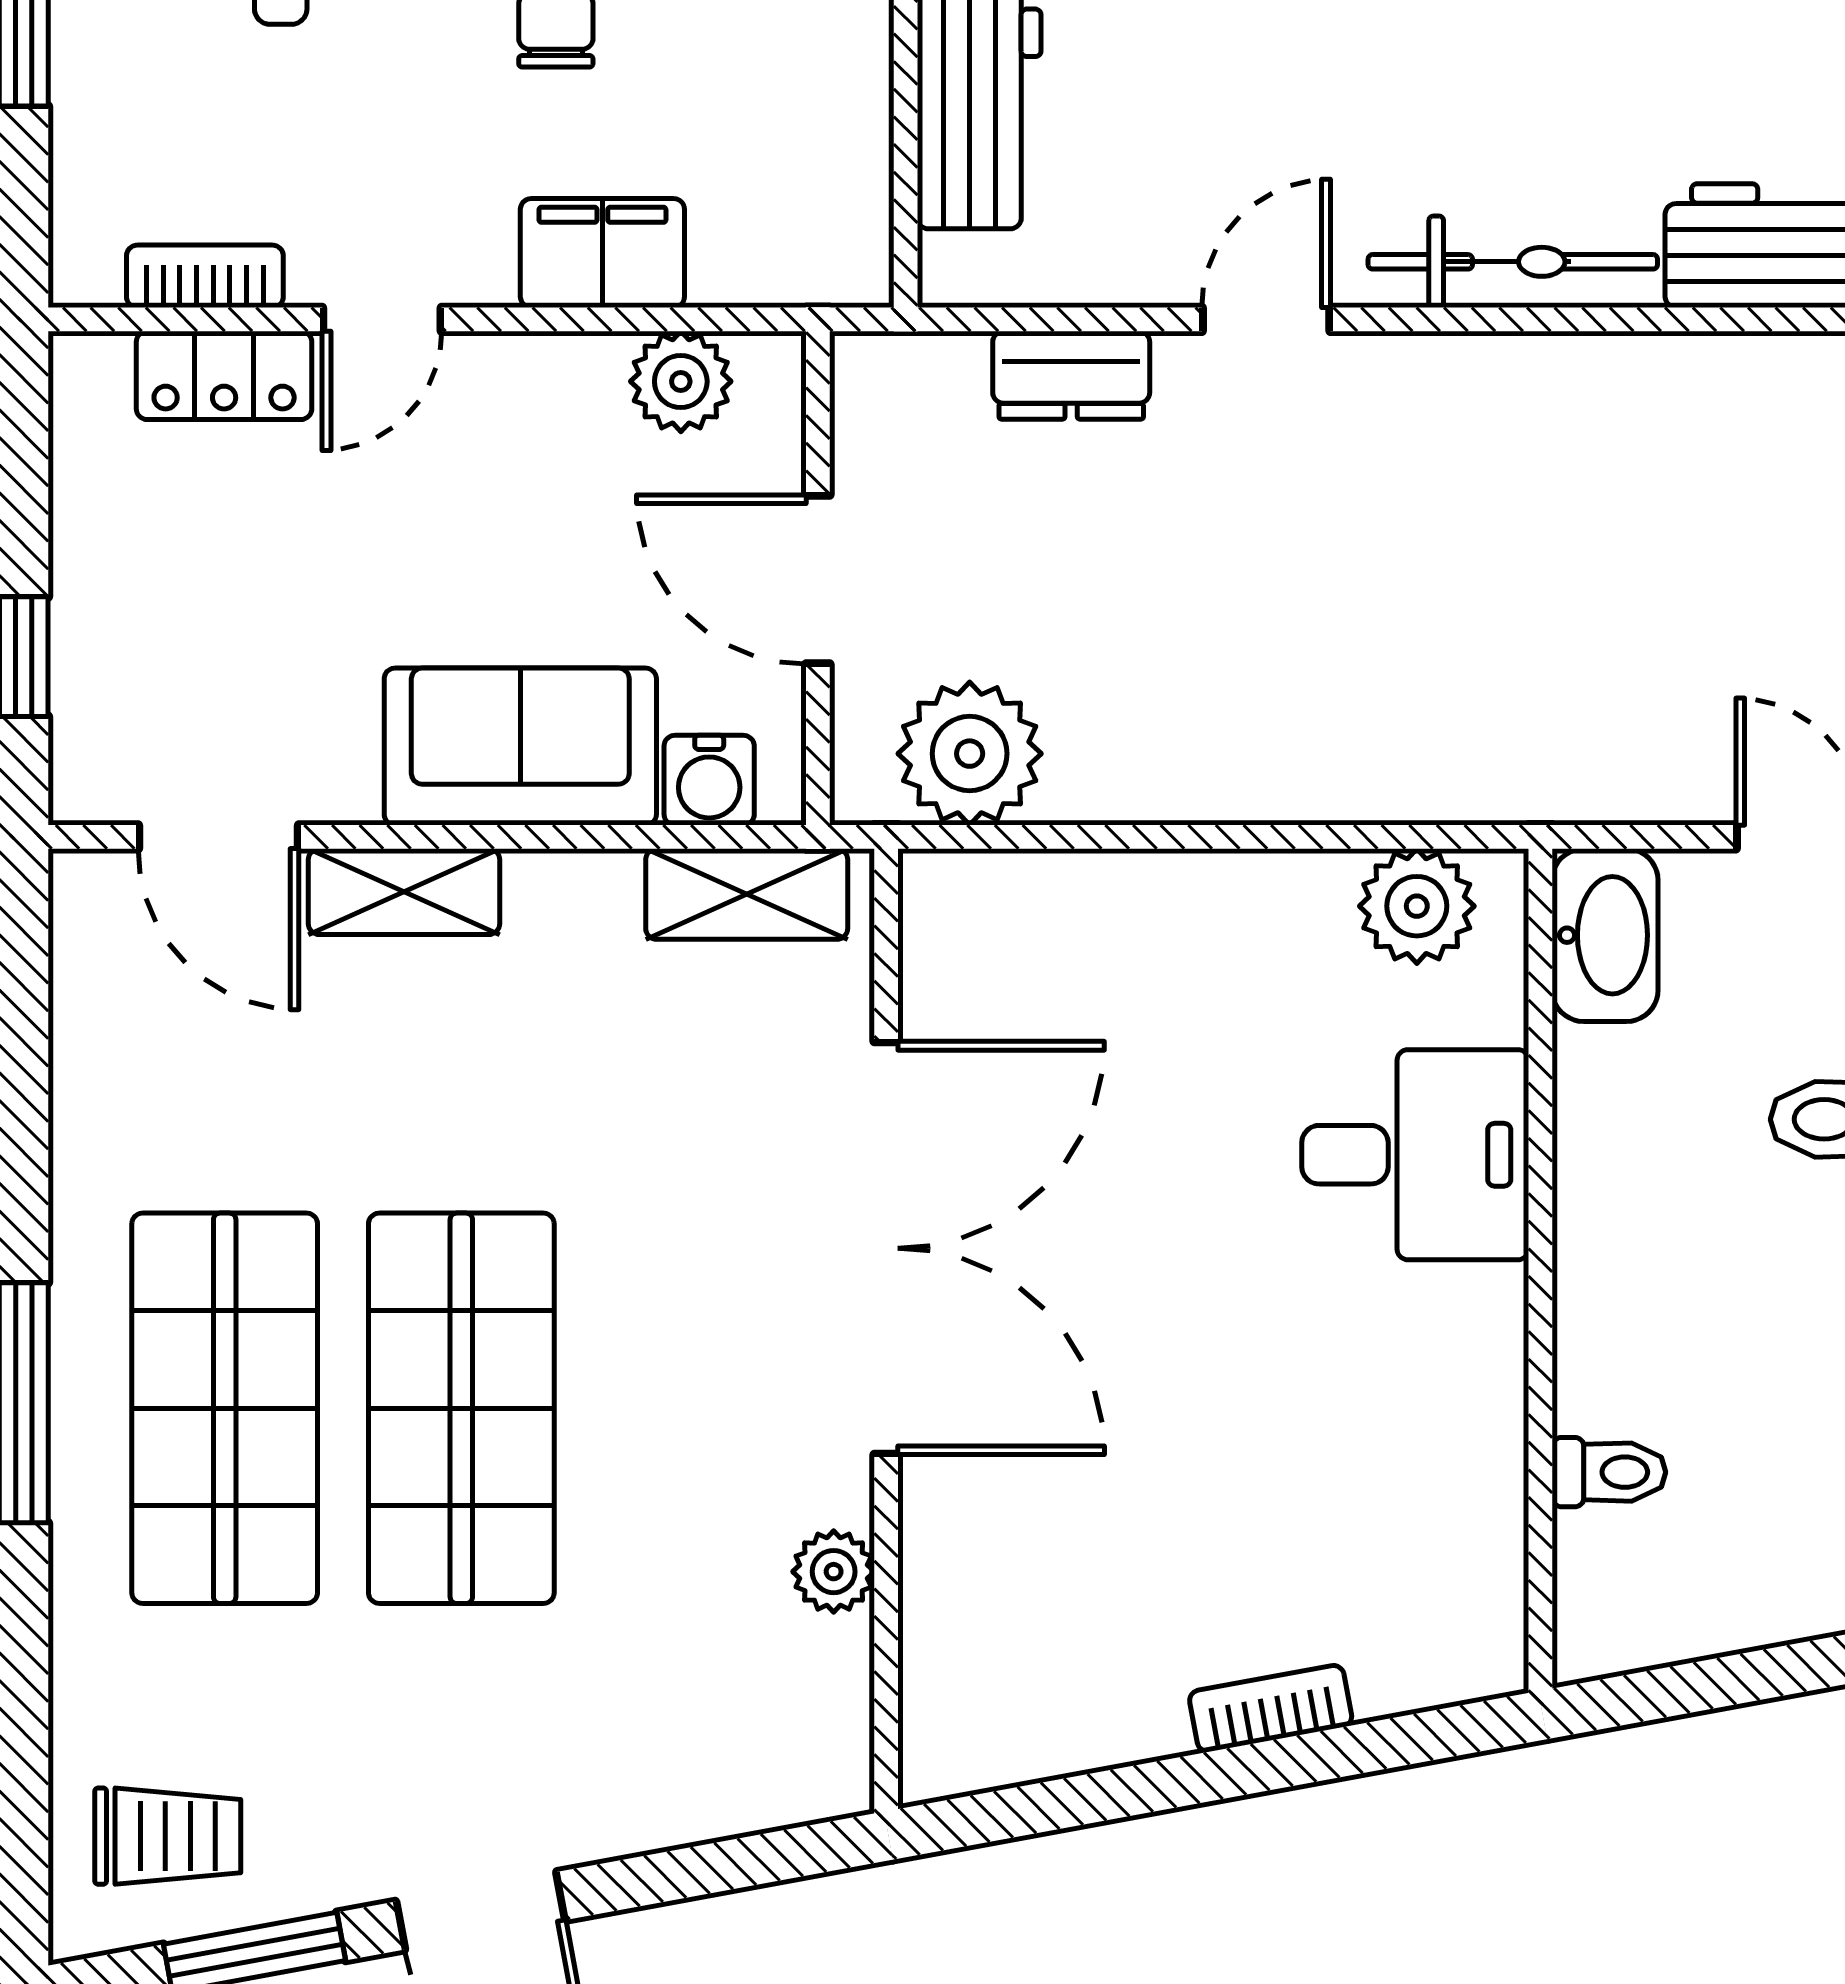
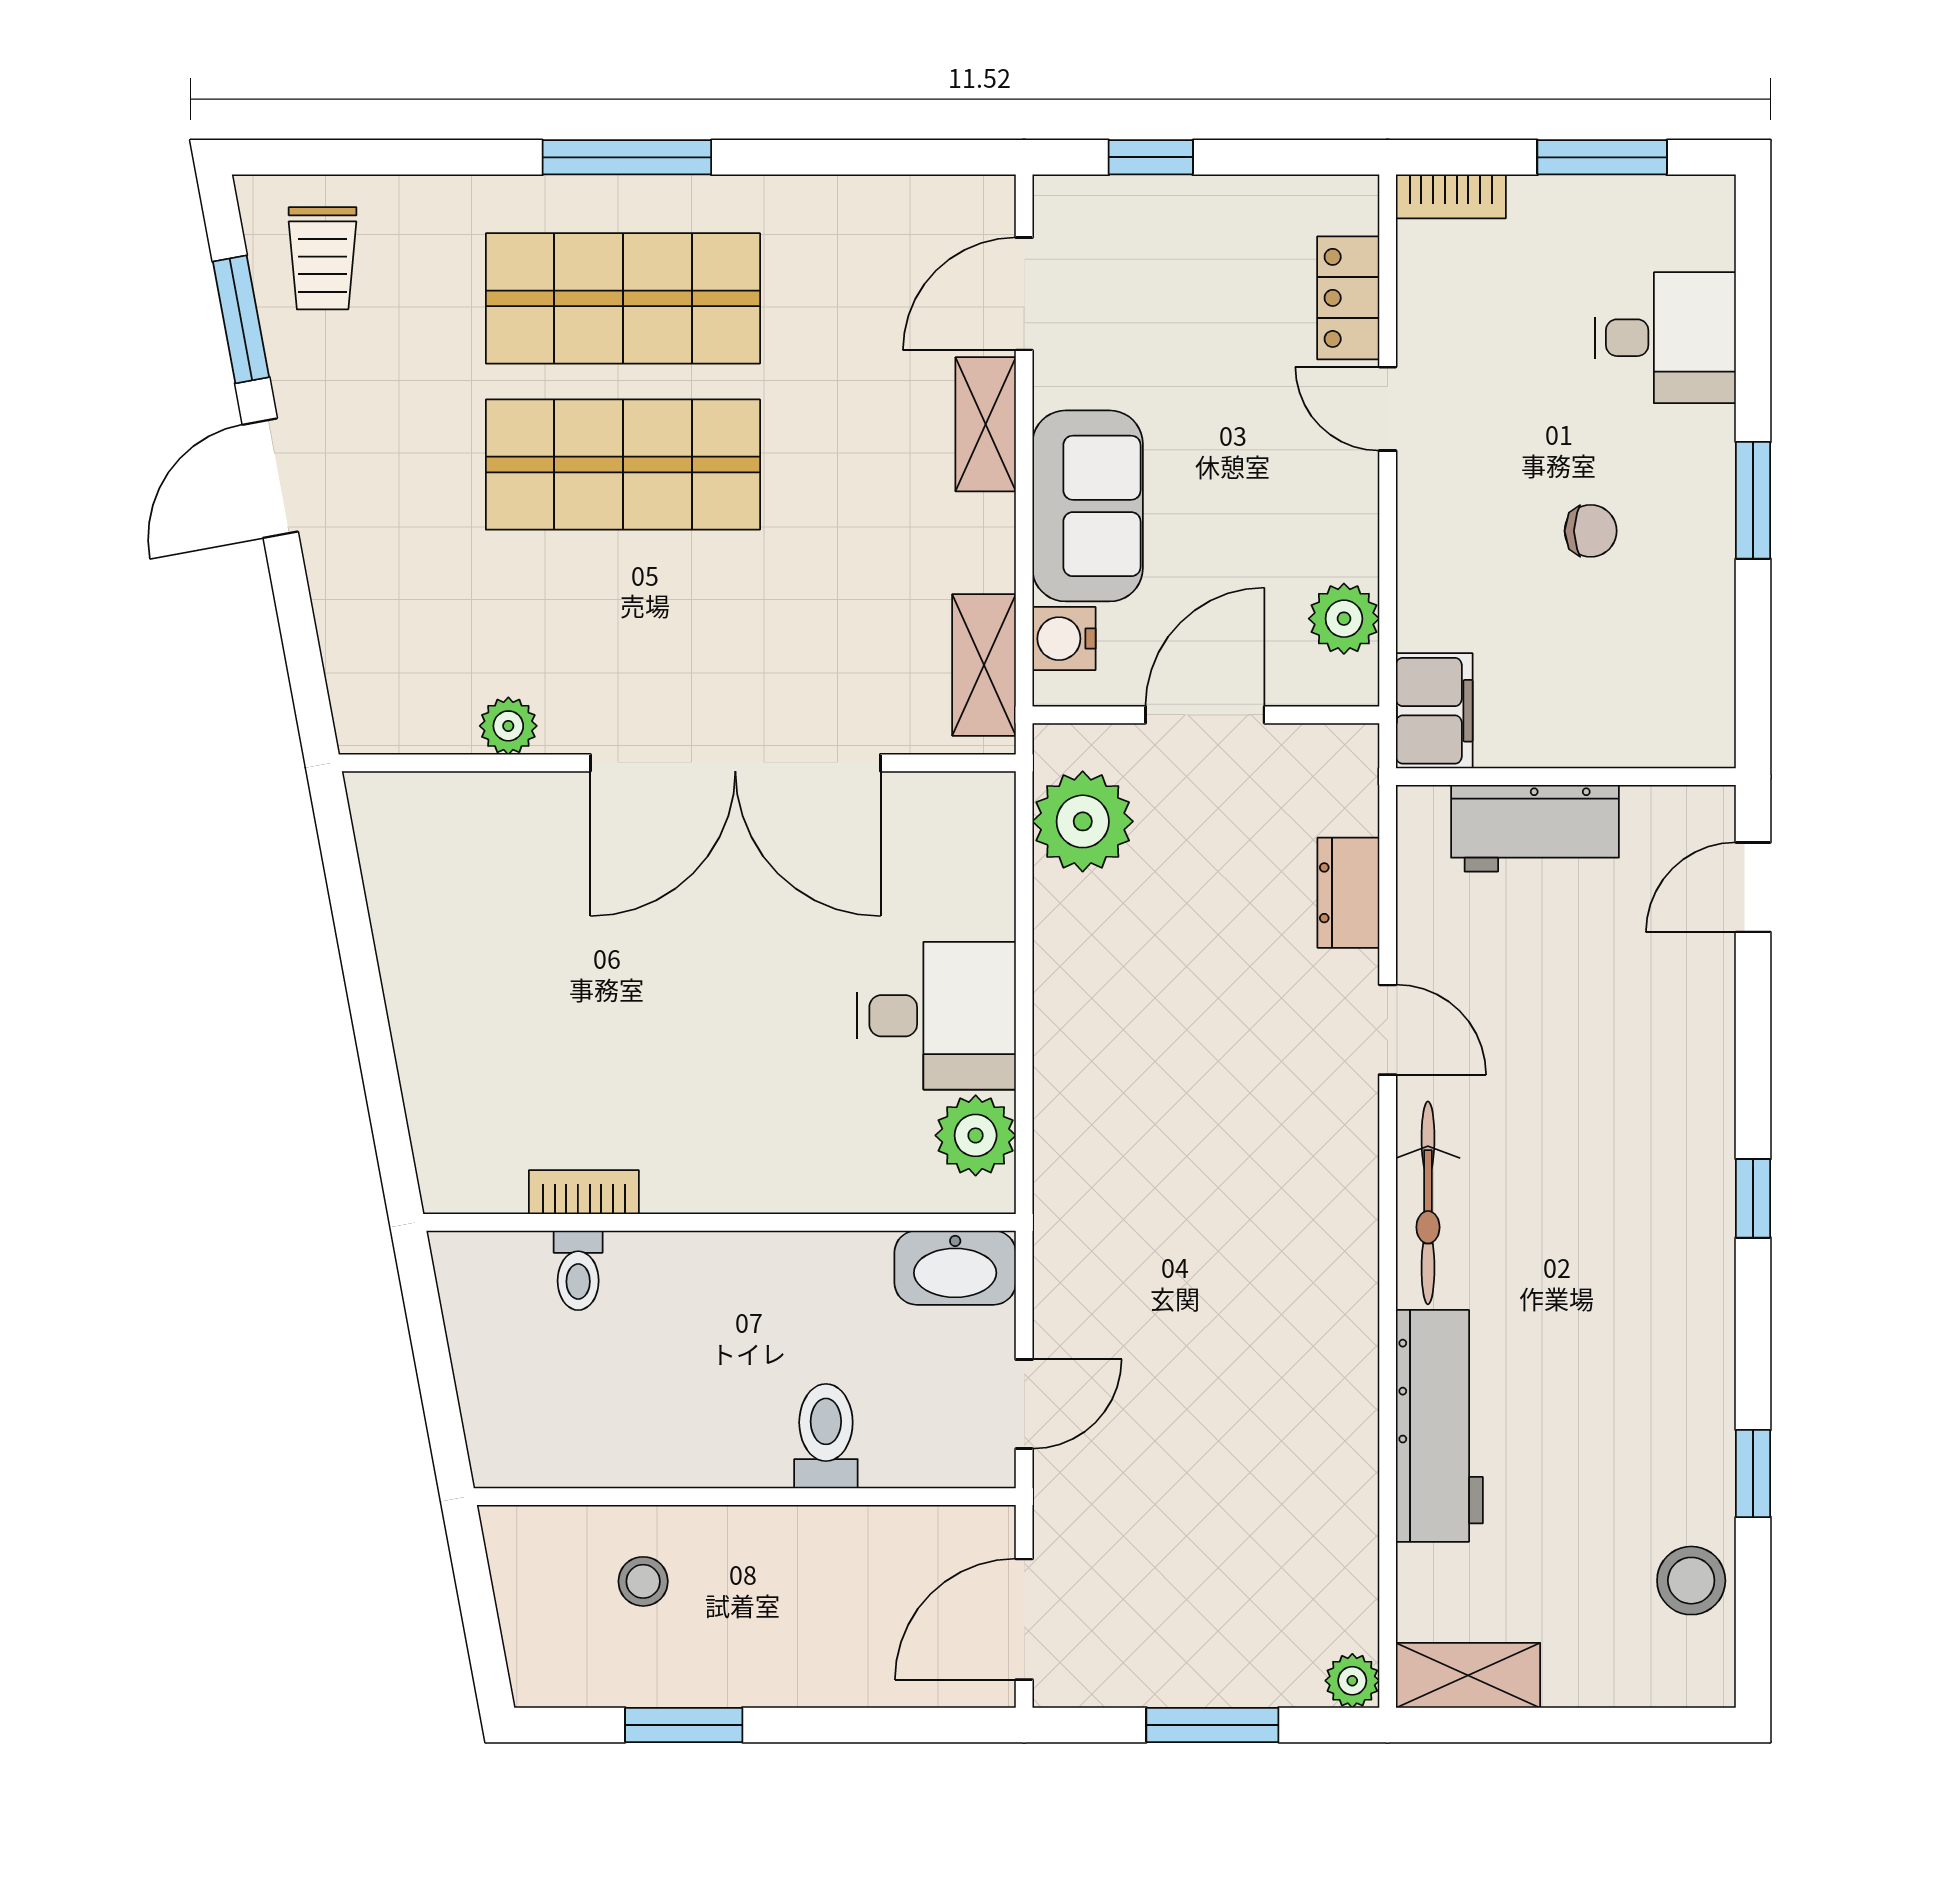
filing cabinet: (602, 253) -> (1434, 711), moved
bookcase: (205, 276) -> (1451, 196), moved, turned 90
desk: (1415, 1155) -> (936, 1016), moved, turned -90
bookcase: (1271, 1708) -> (584, 1192), moved, turned -80

